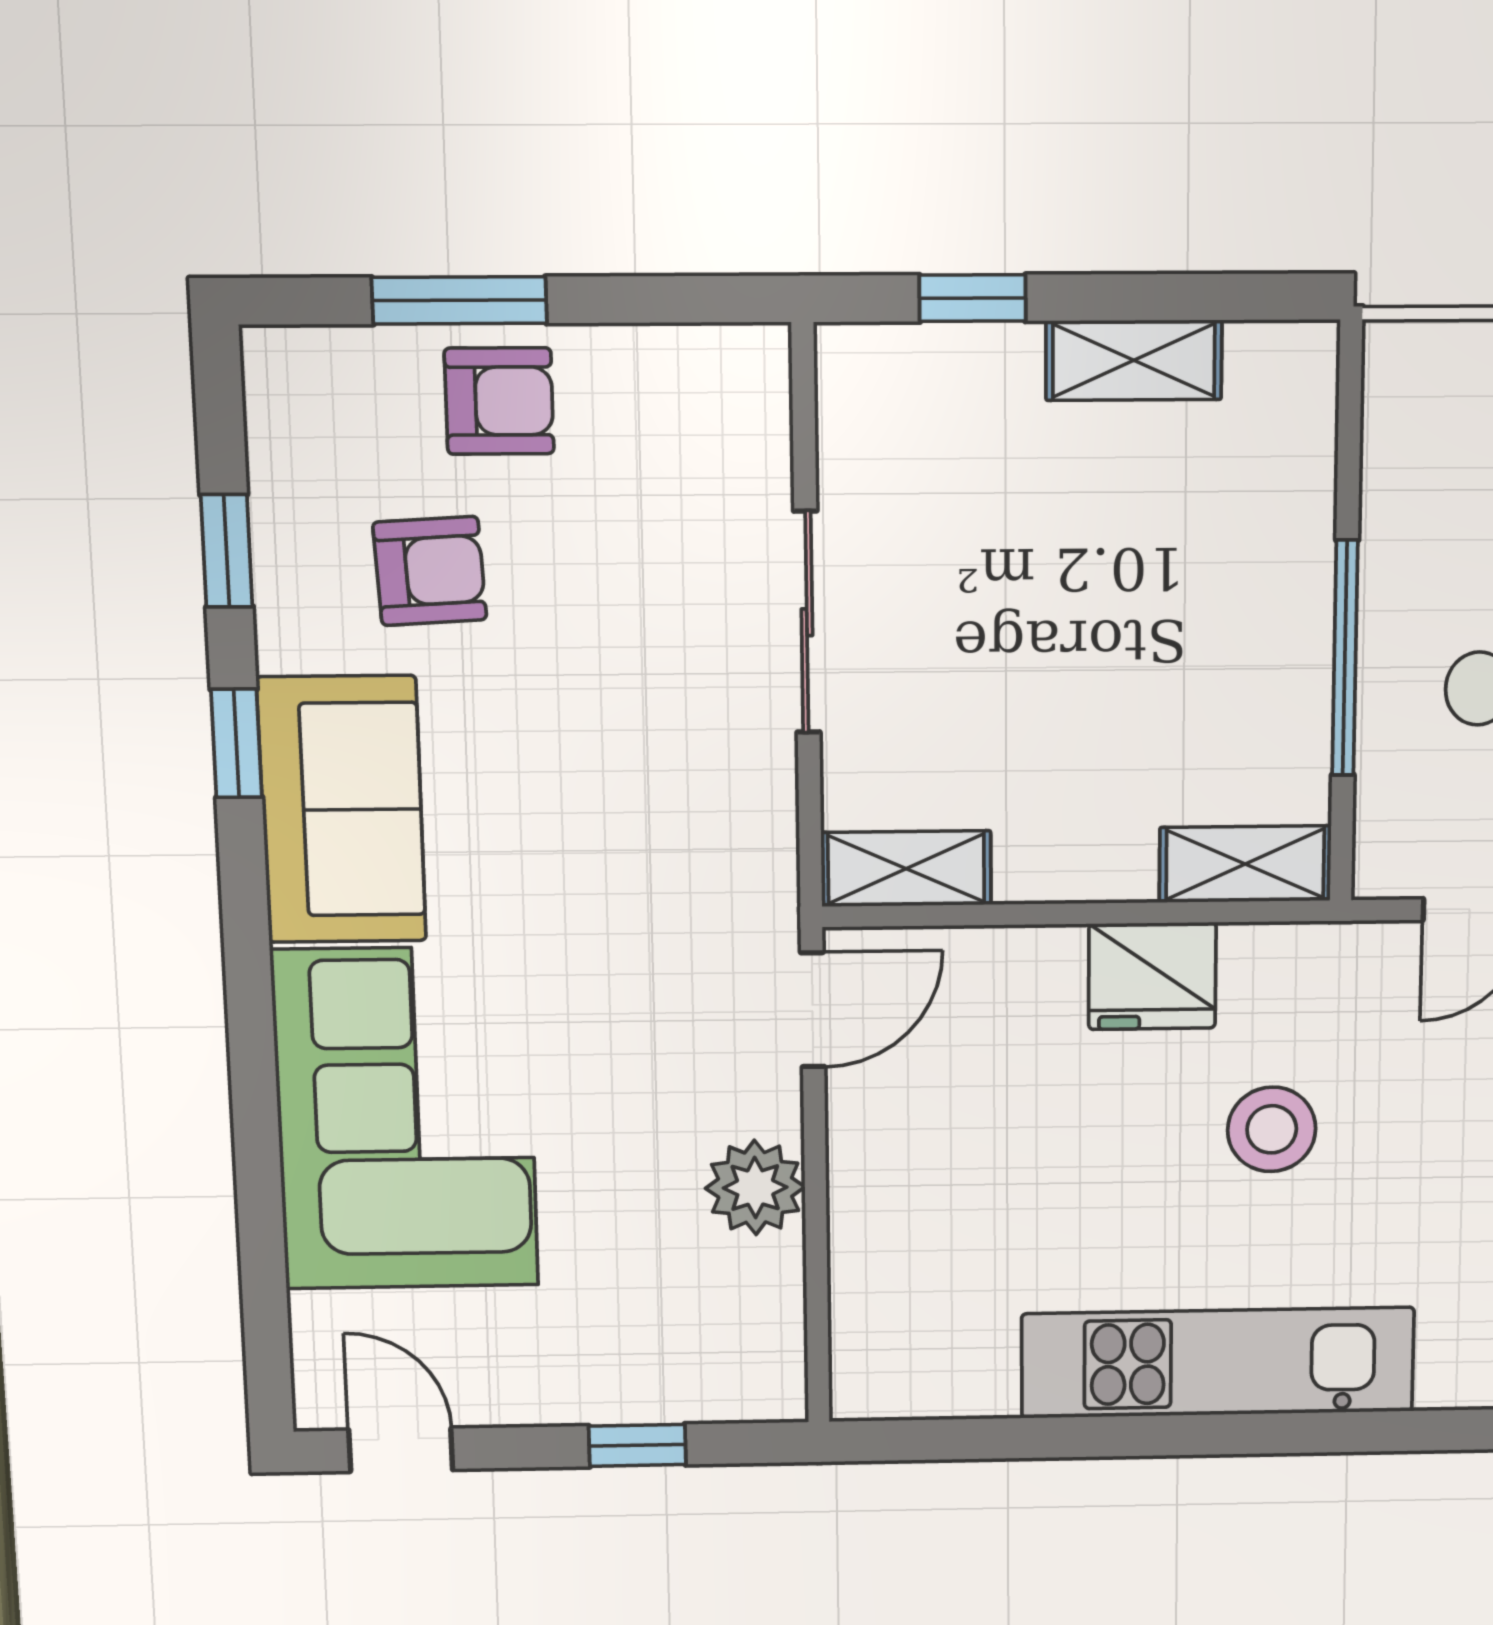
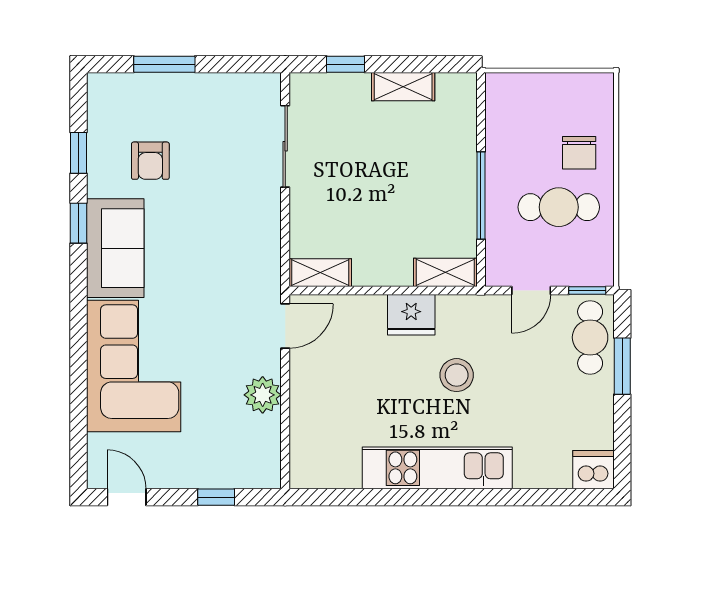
armchair: (499, 401) -> (177, 100), removed
armchair: (430, 571) -> (150, 161), turned 93
sliding door: (807, 622) -> (285, 146), moved

